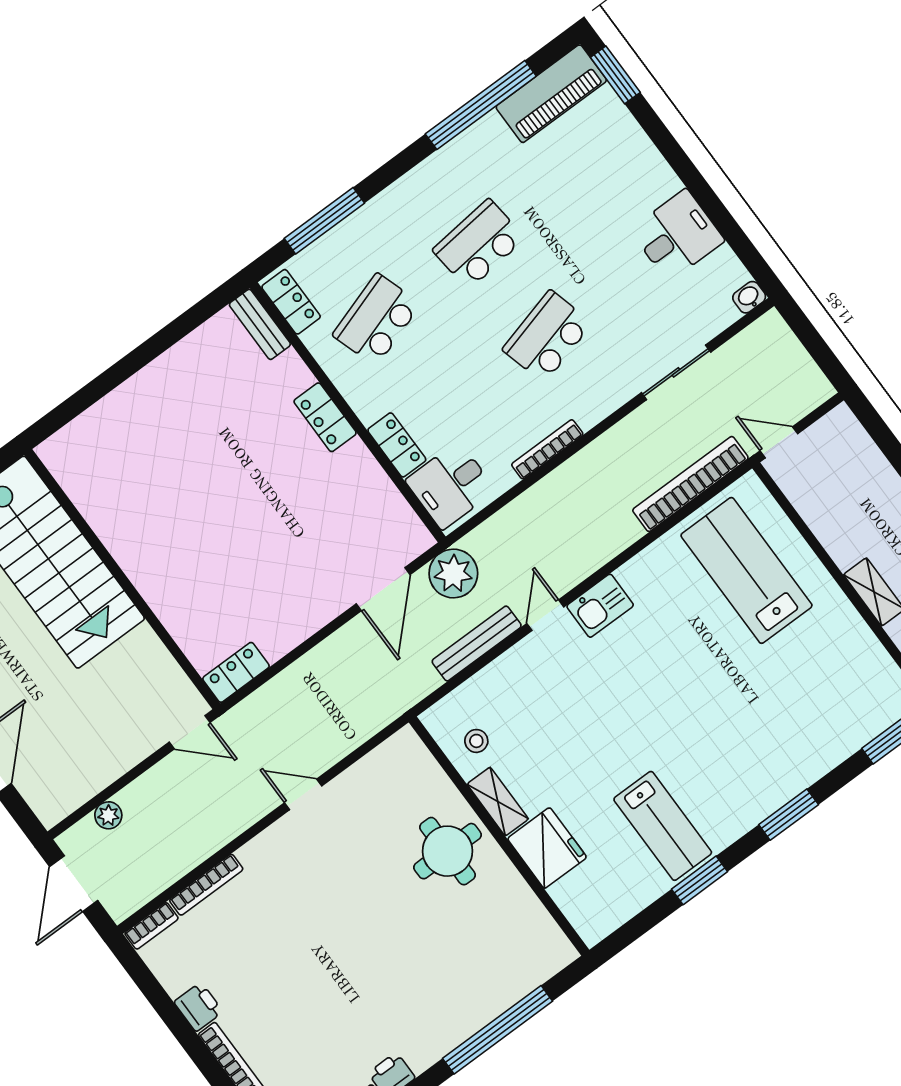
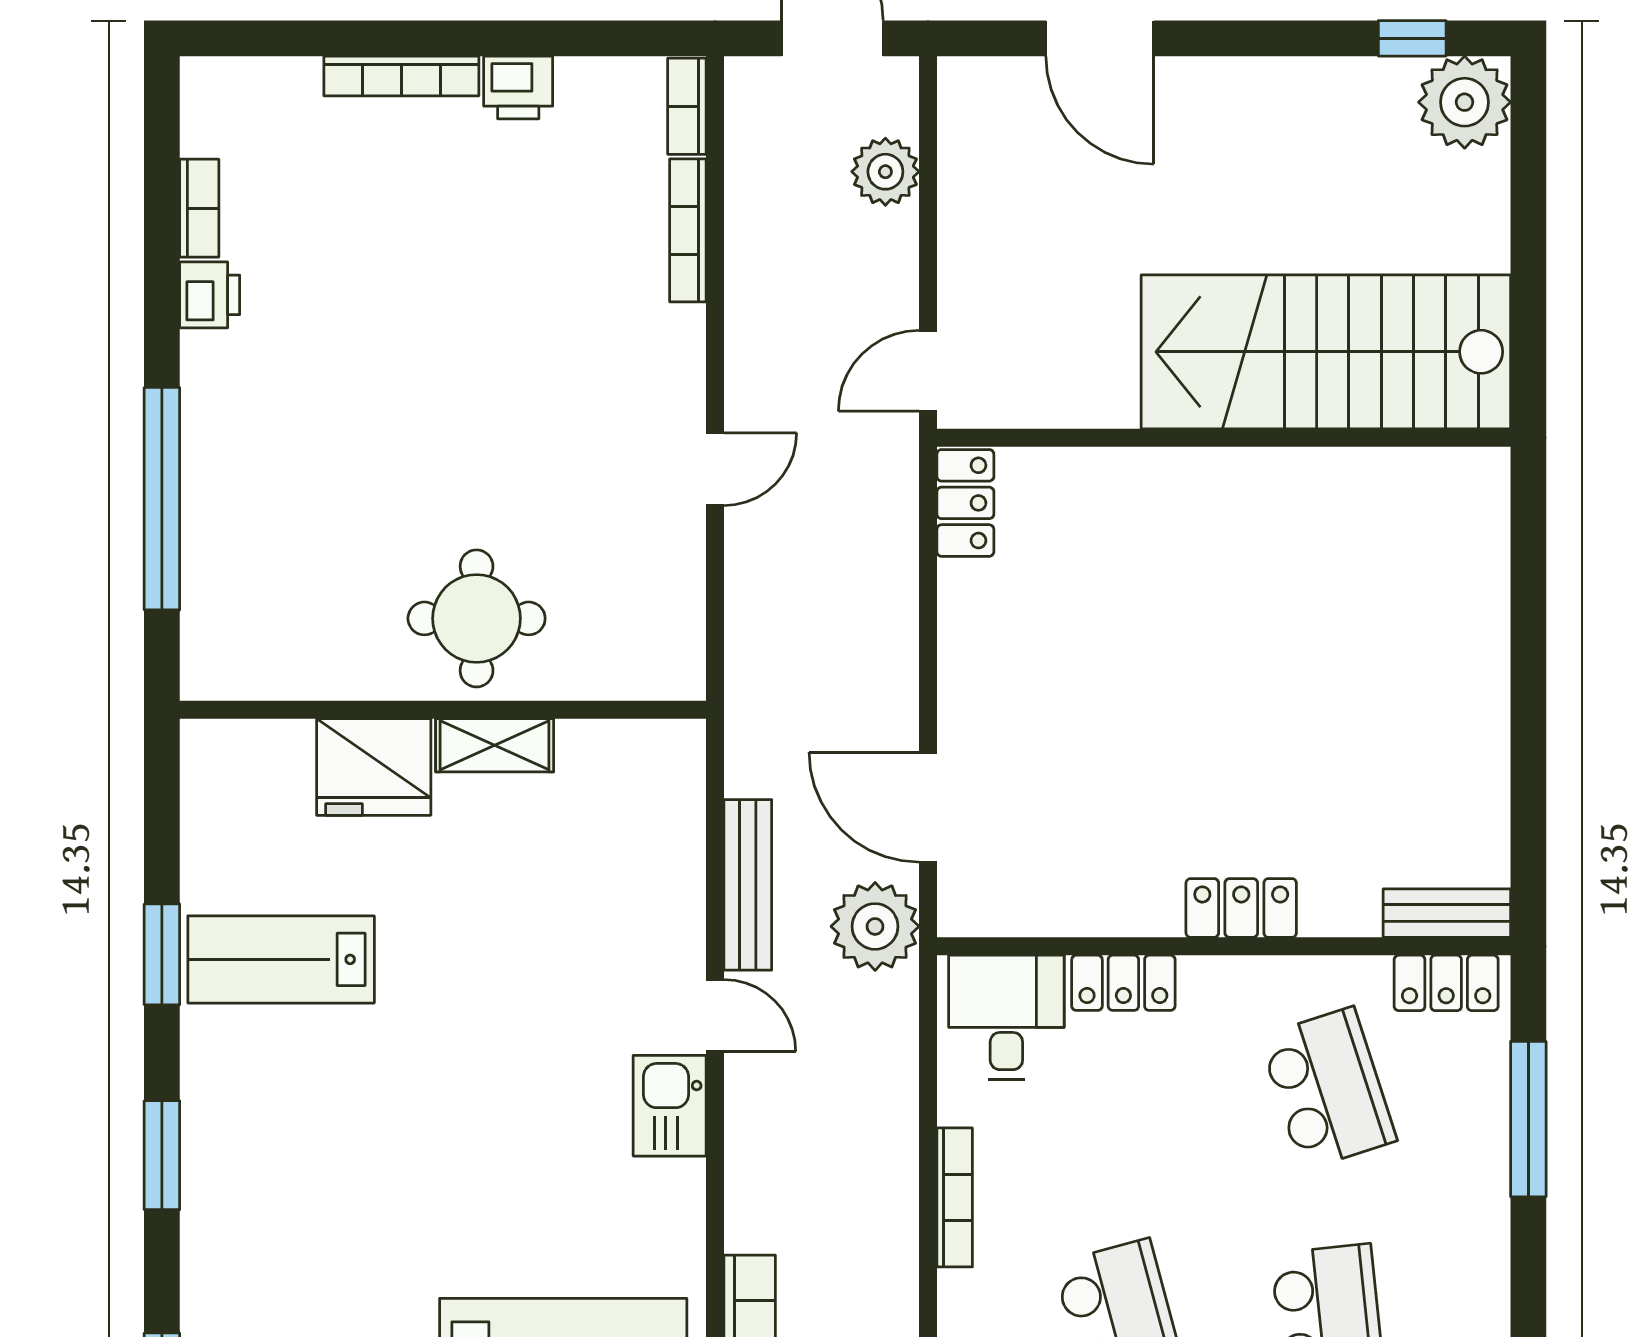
stool: (476, 741) -> (606, 779), removed
plant: (108, 815) -> (885, 172), width x1.38, depth x1.38

